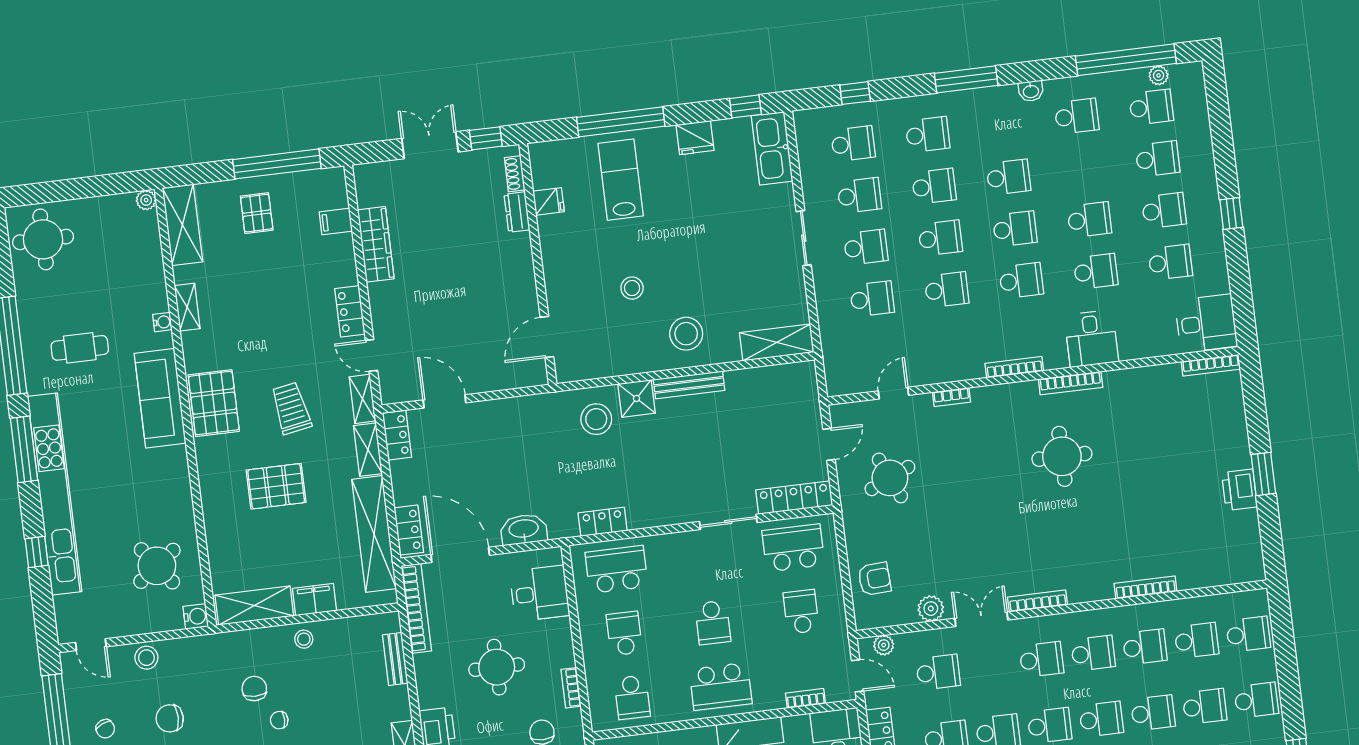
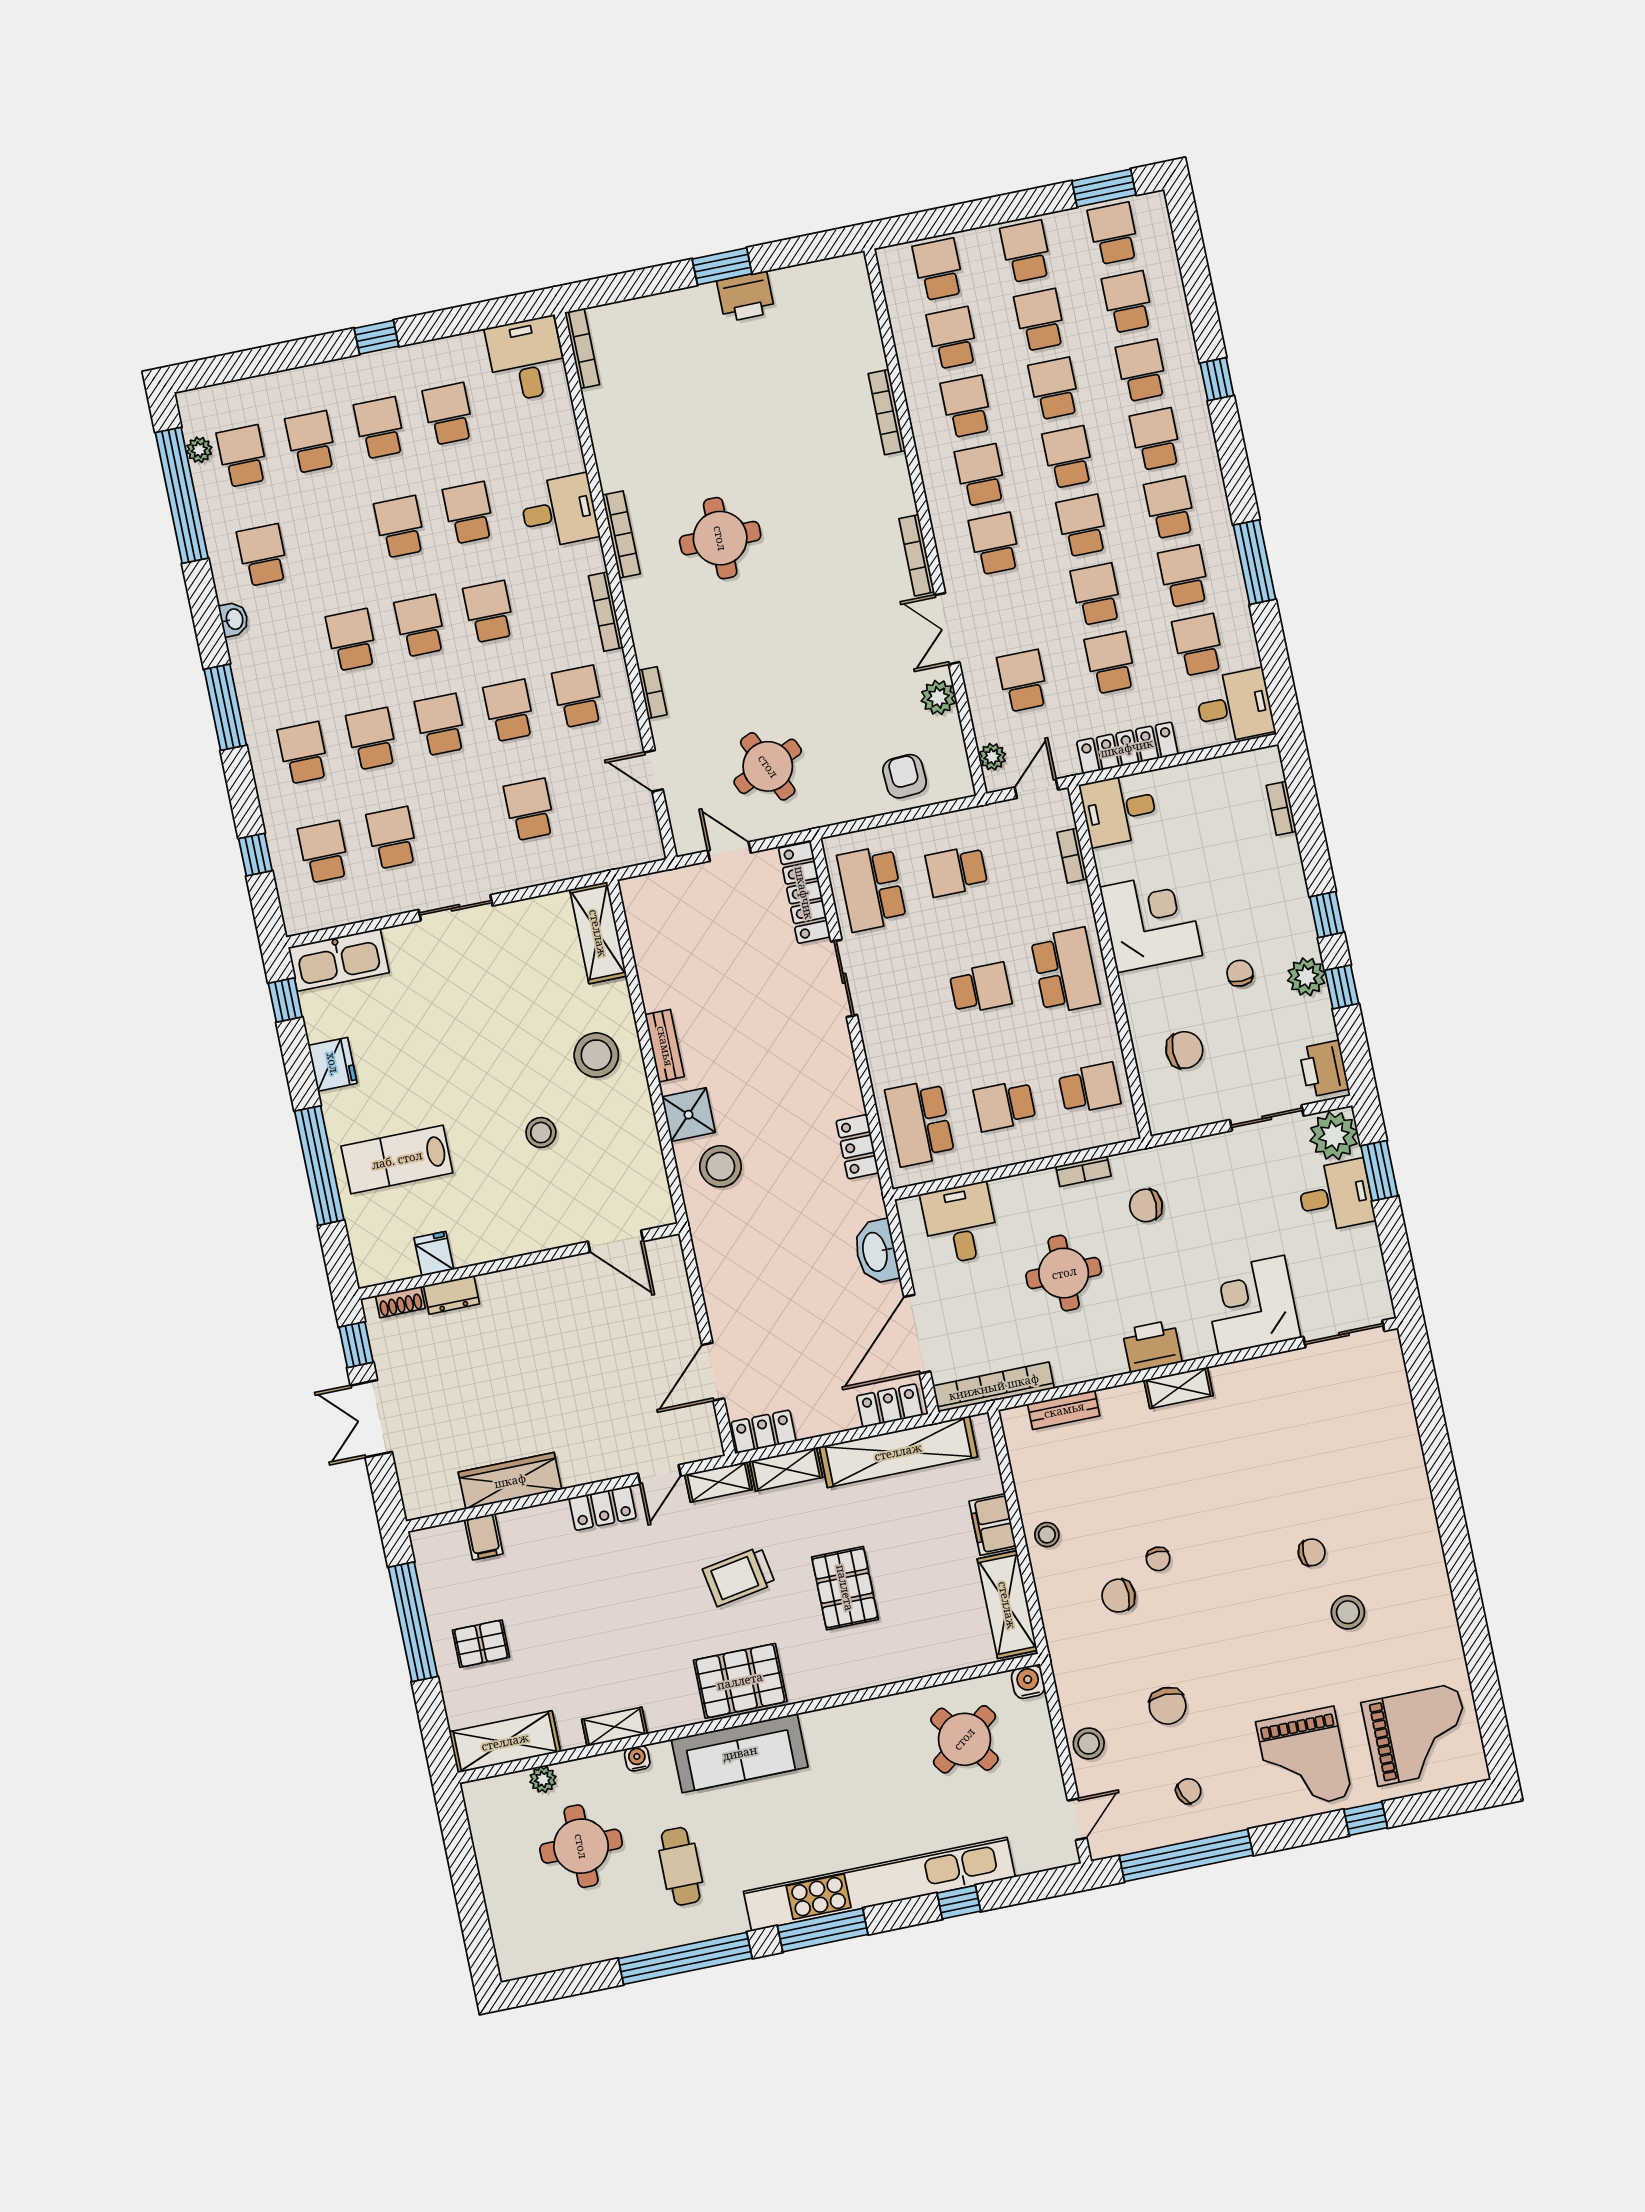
plant: (146, 200) -> (543, 1779), moved
round table: (43, 239) -> (581, 1846), moved
school desk: (866, 247) -> (578, 697), moved
bench: (689, 385) -> (665, 1046), width x0.73

